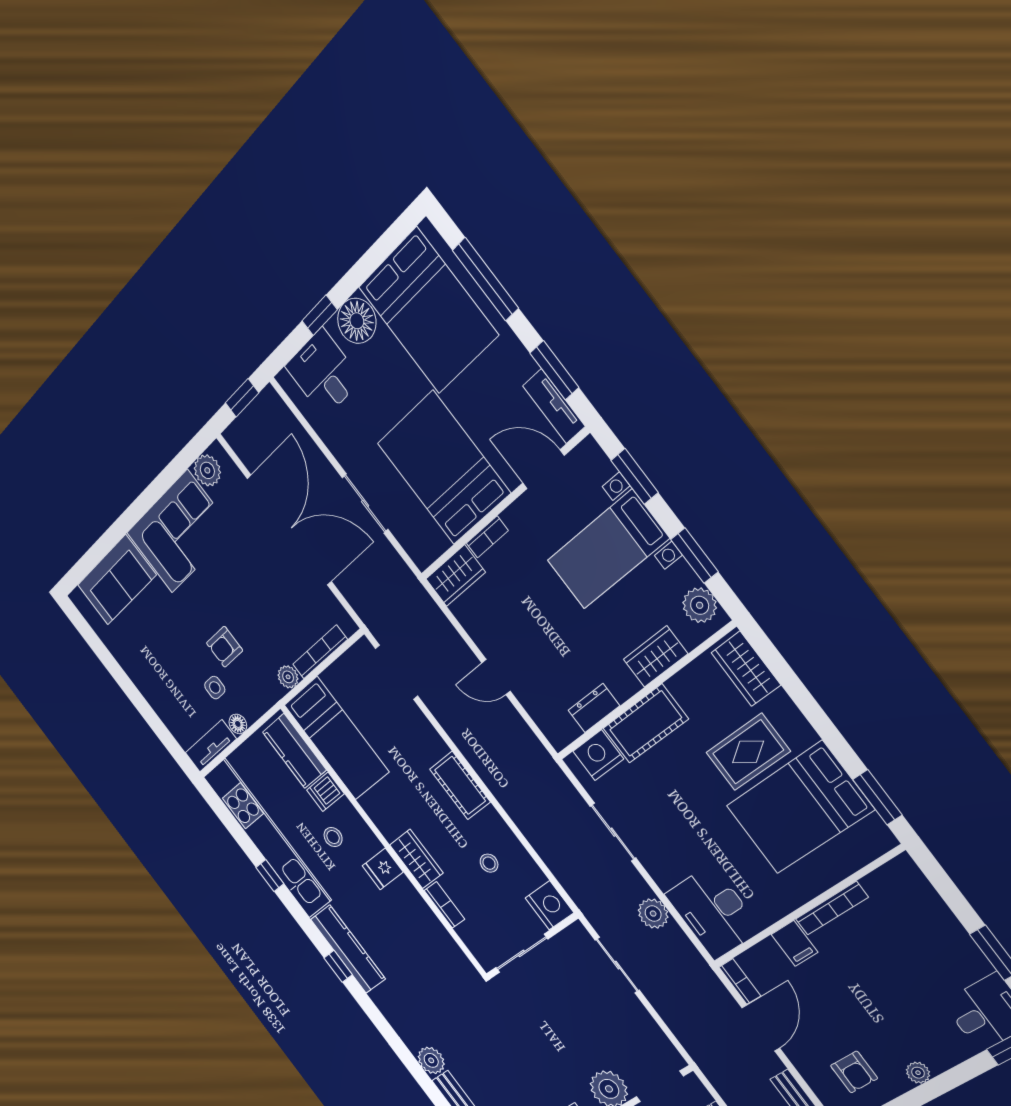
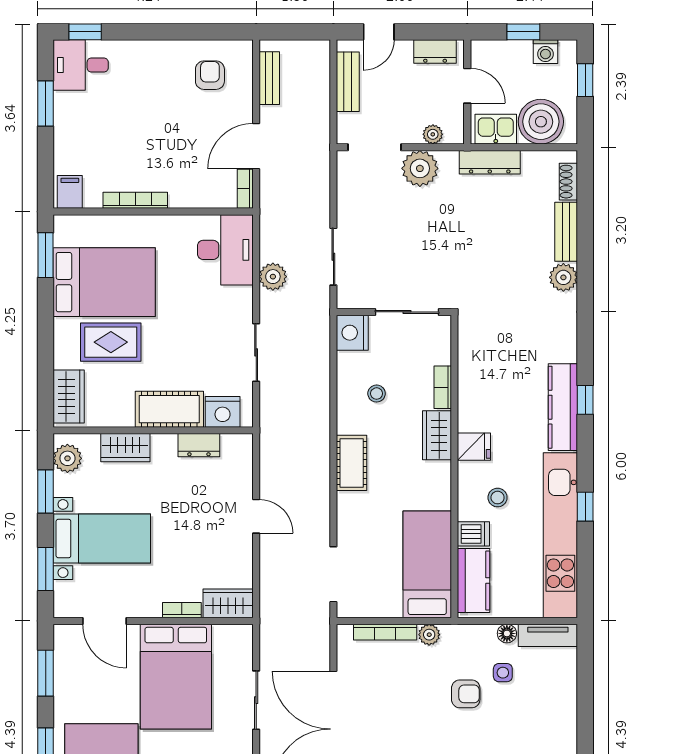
tv unit: (554, 406) -> (64, 653), removed
filing cabinet: (795, 943) -> (70, 192), moved
plant: (918, 1073) -> (163, 49), removed

